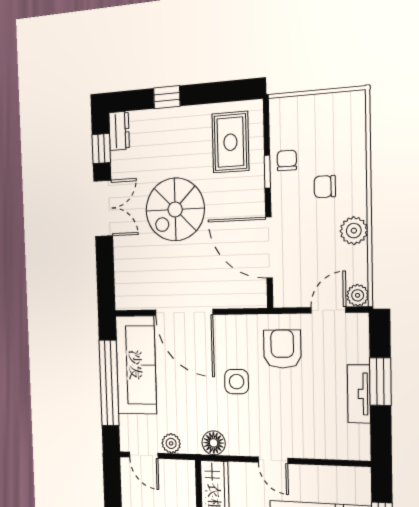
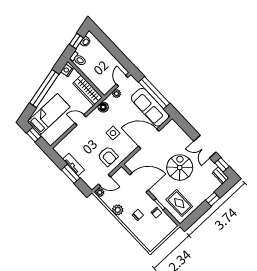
door: (328, 310) -> (104, 180), hinge flipped
door: (144, 455) -> (122, 81), hinge flipped

